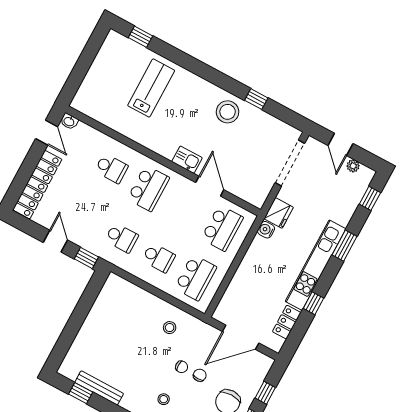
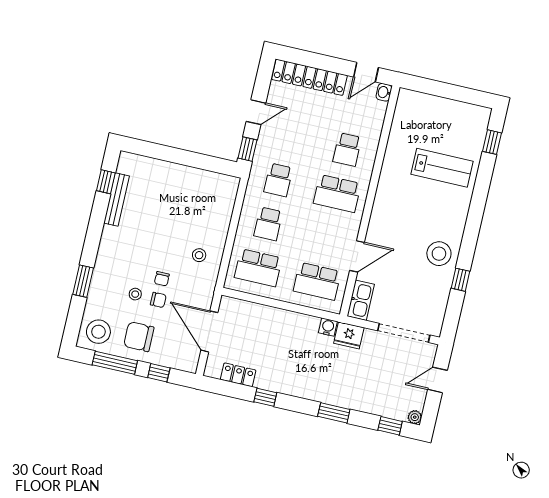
kitchen sink: (187, 160) -> (361, 300), moved, width x1.38
plant: (353, 166) -> (415, 417), moved
kitchen unit: (316, 265) -> (305, 389), removed
stool: (164, 399) -> (135, 294), moved

